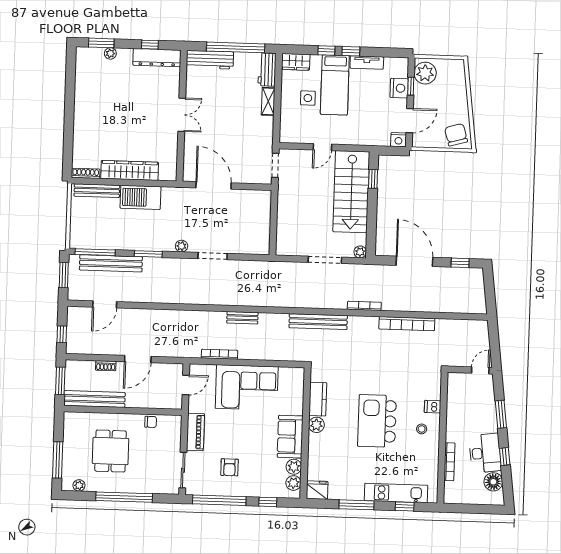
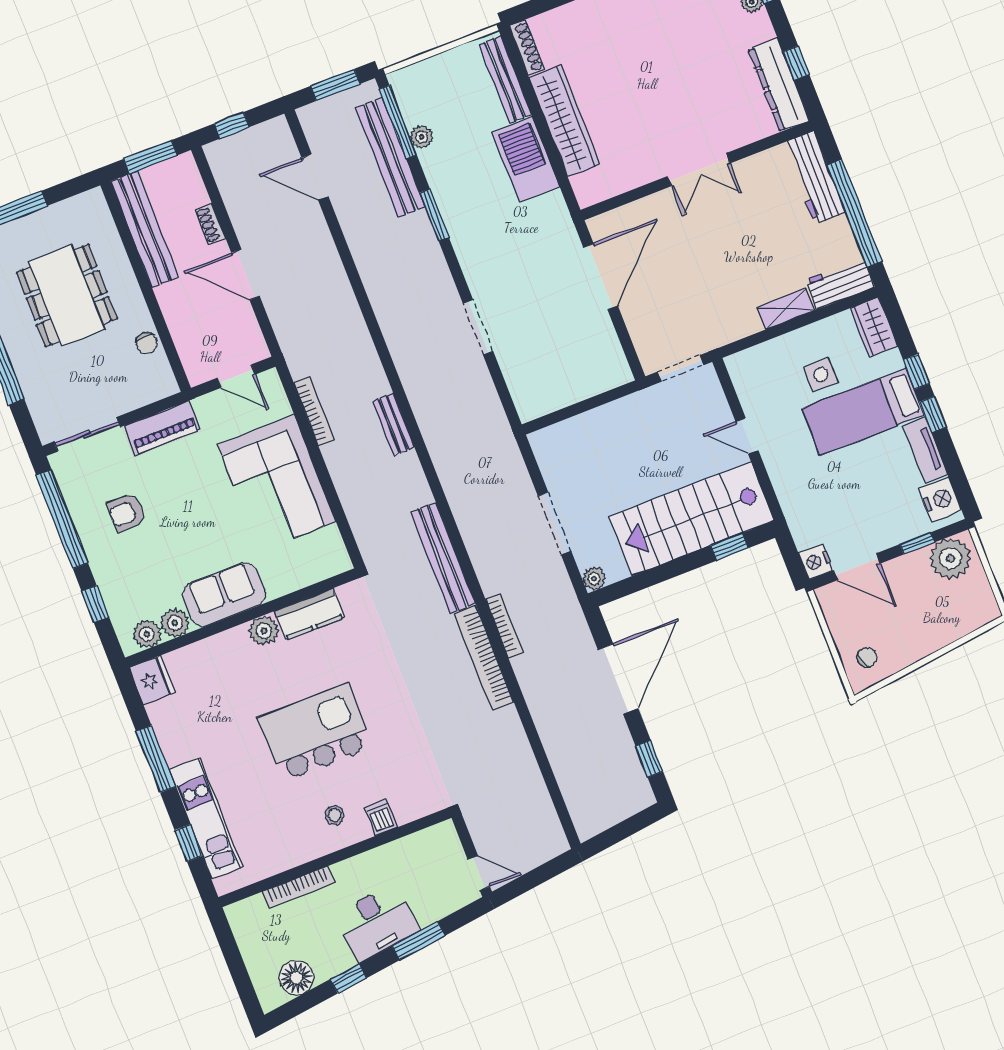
nightstand: (399, 88) -> (940, 500), moved, turned -90
chair: (456, 135) -> (867, 657), width x0.54, depth x0.54
plant: (182, 246) -> (422, 137), moved
bookcase: (407, 324) -> (484, 658), moved
dining table: (111, 451) -> (67, 295), width x1.38
desk: (485, 453) -> (377, 922), moved

